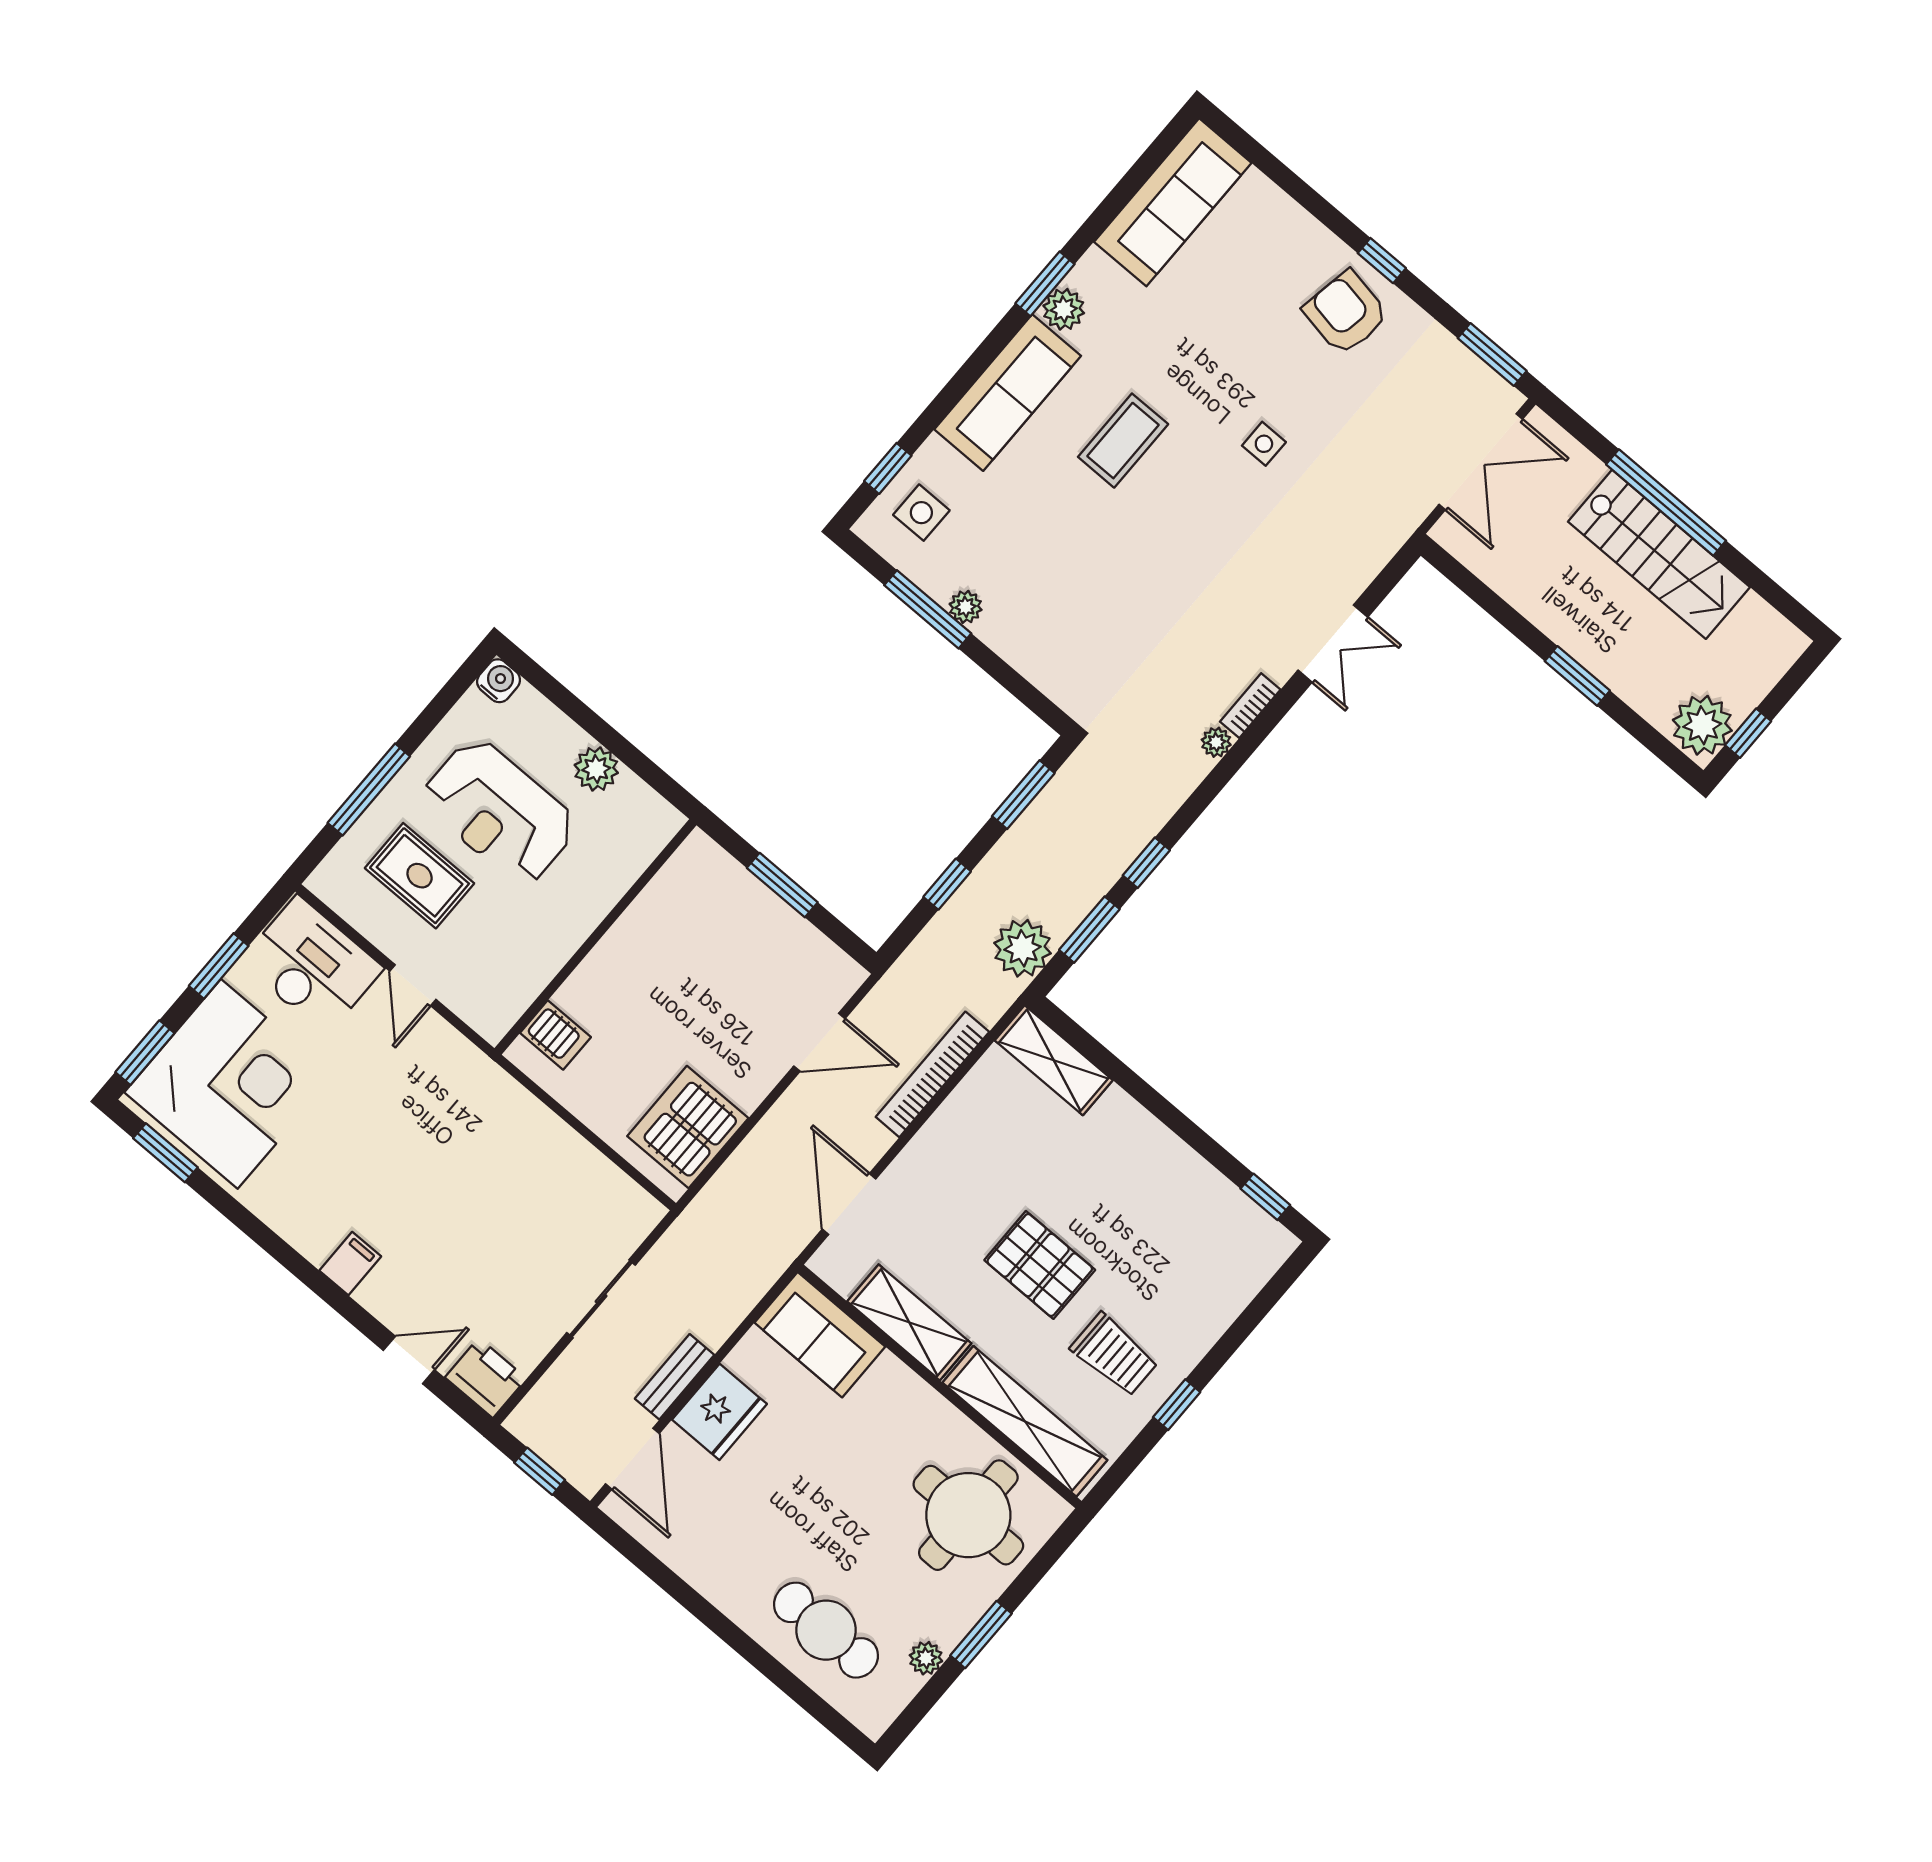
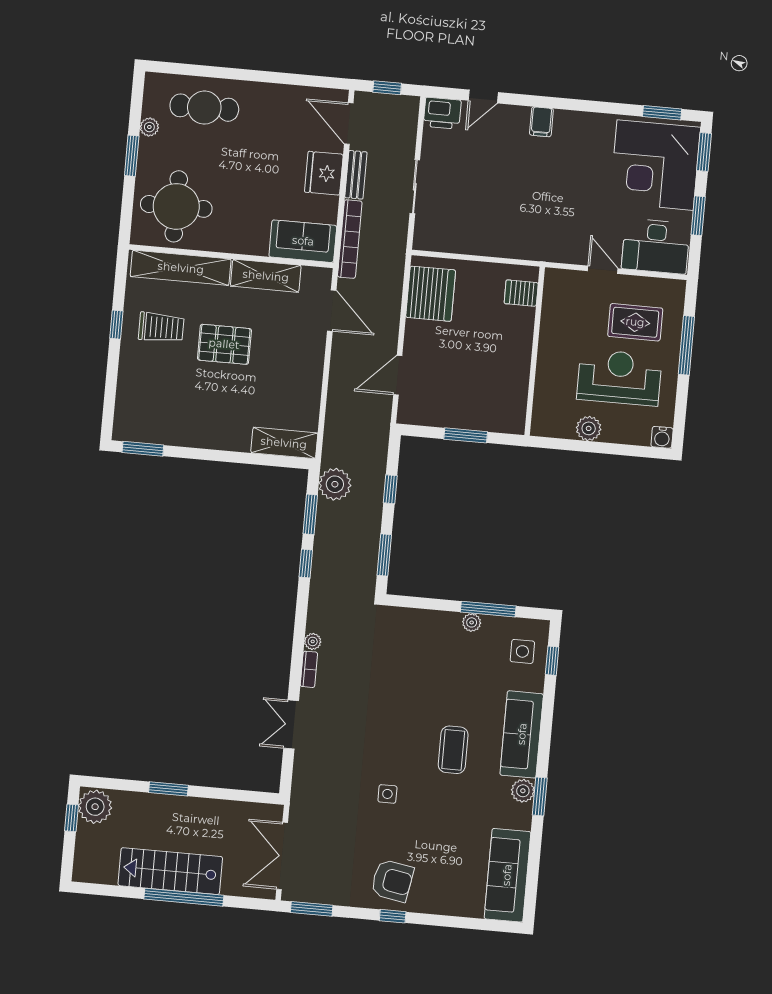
bookcase: (932, 1074) -> (350, 239), moved
window: (1265, 1197) -> (143, 449), width x1.50
trolley: (1114, 1355) -> (161, 327), turned 180

